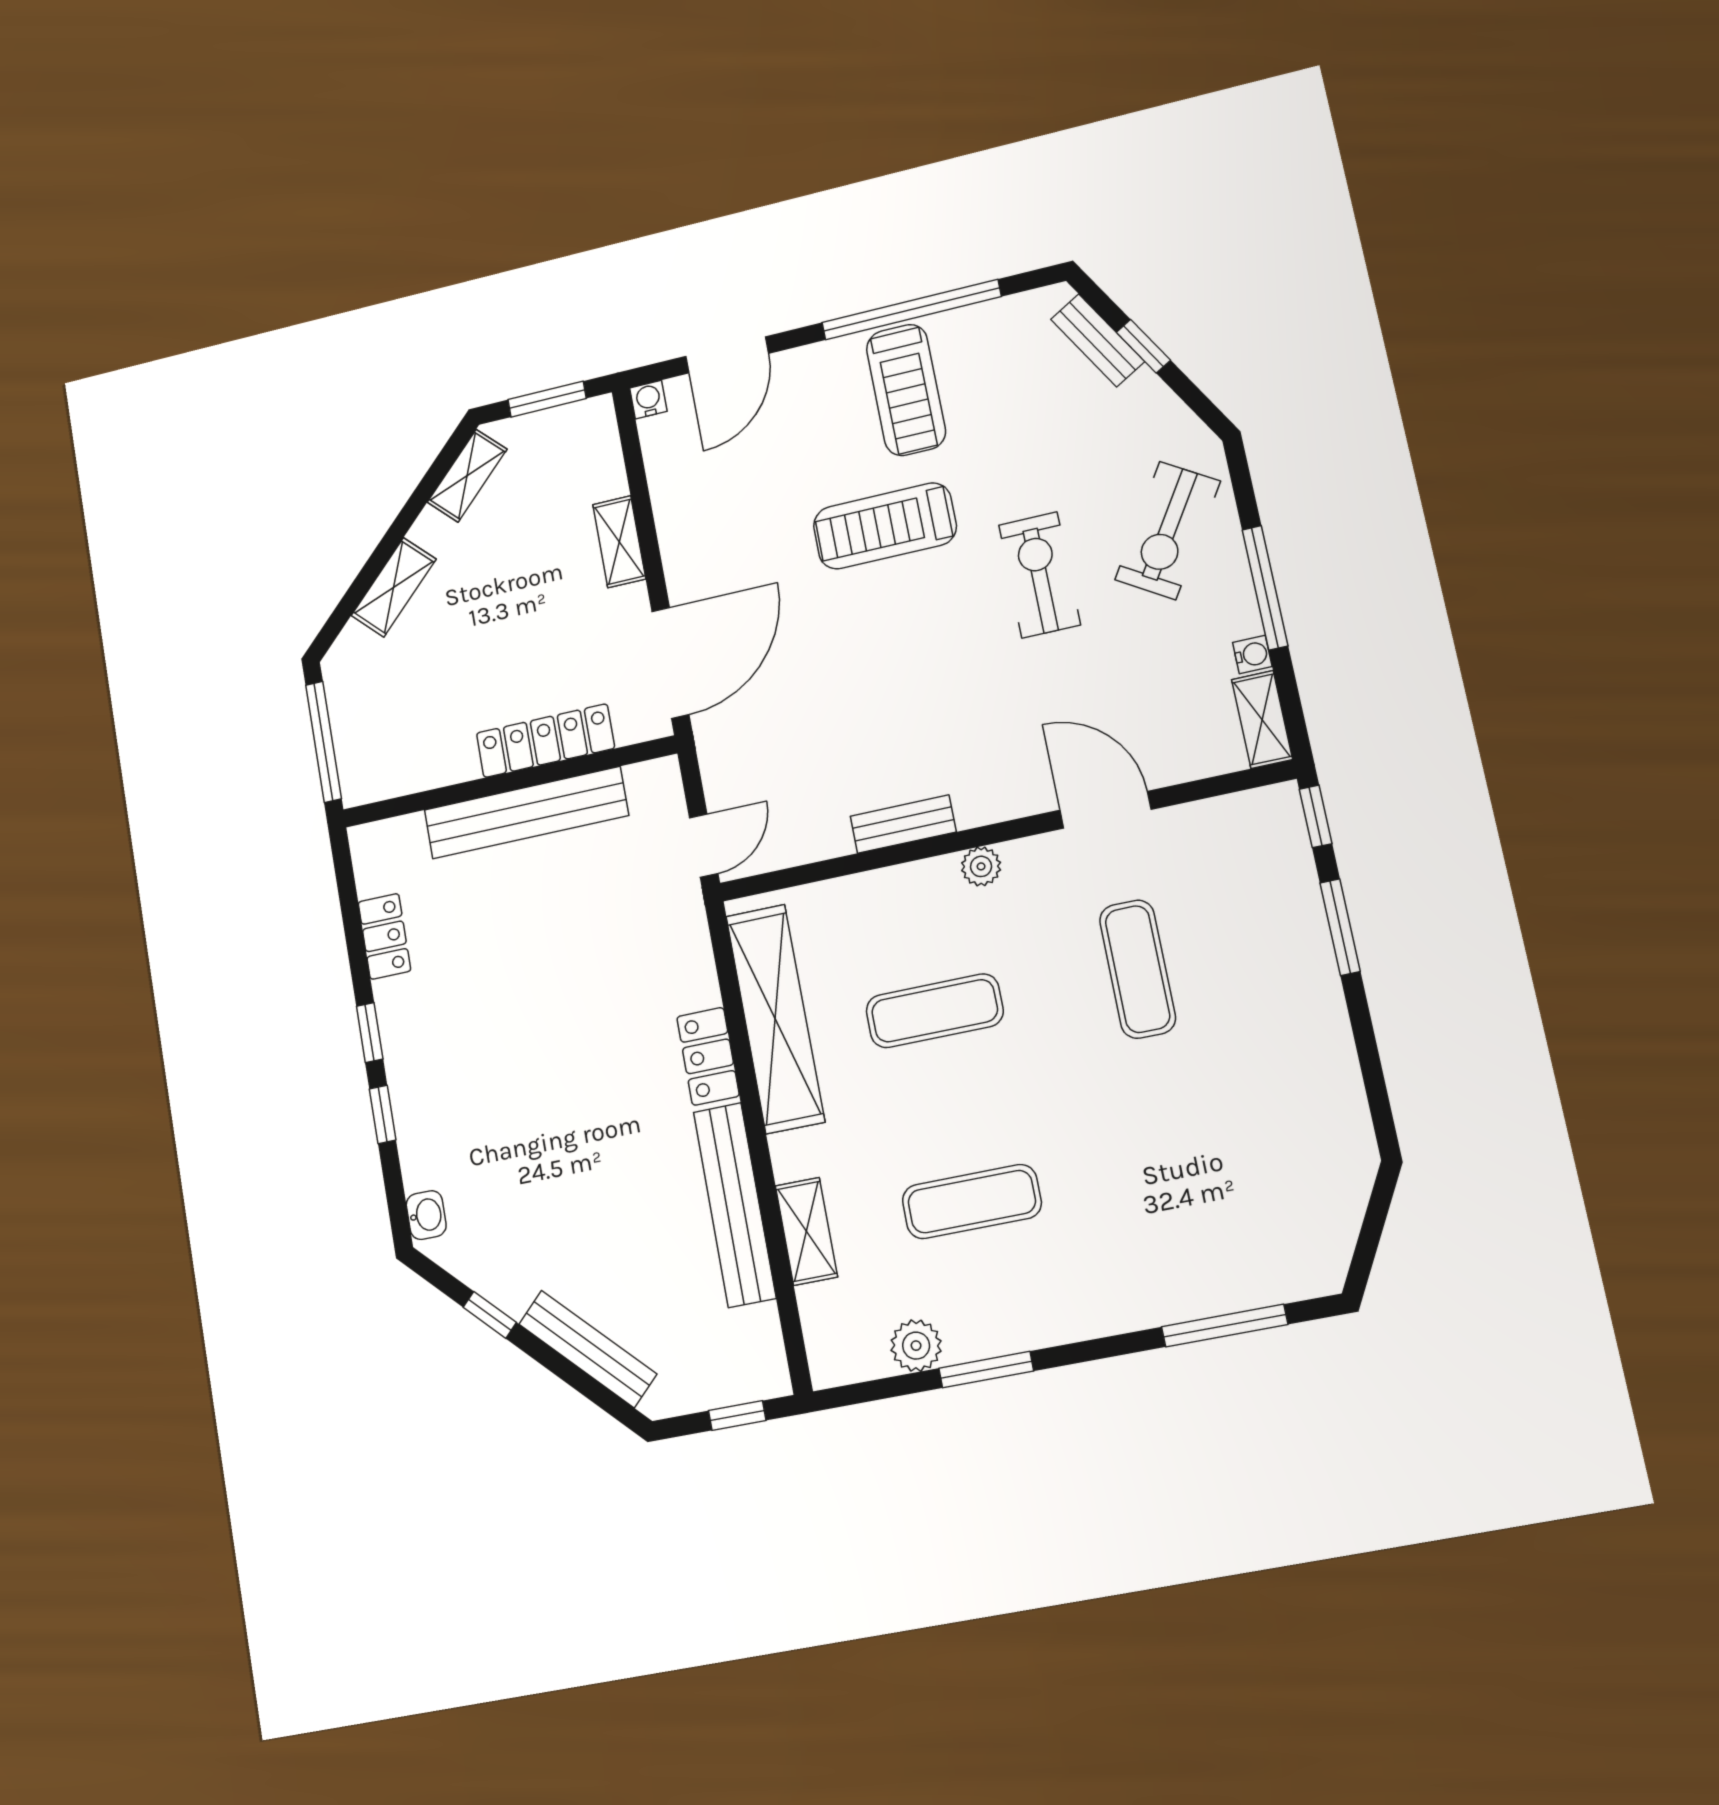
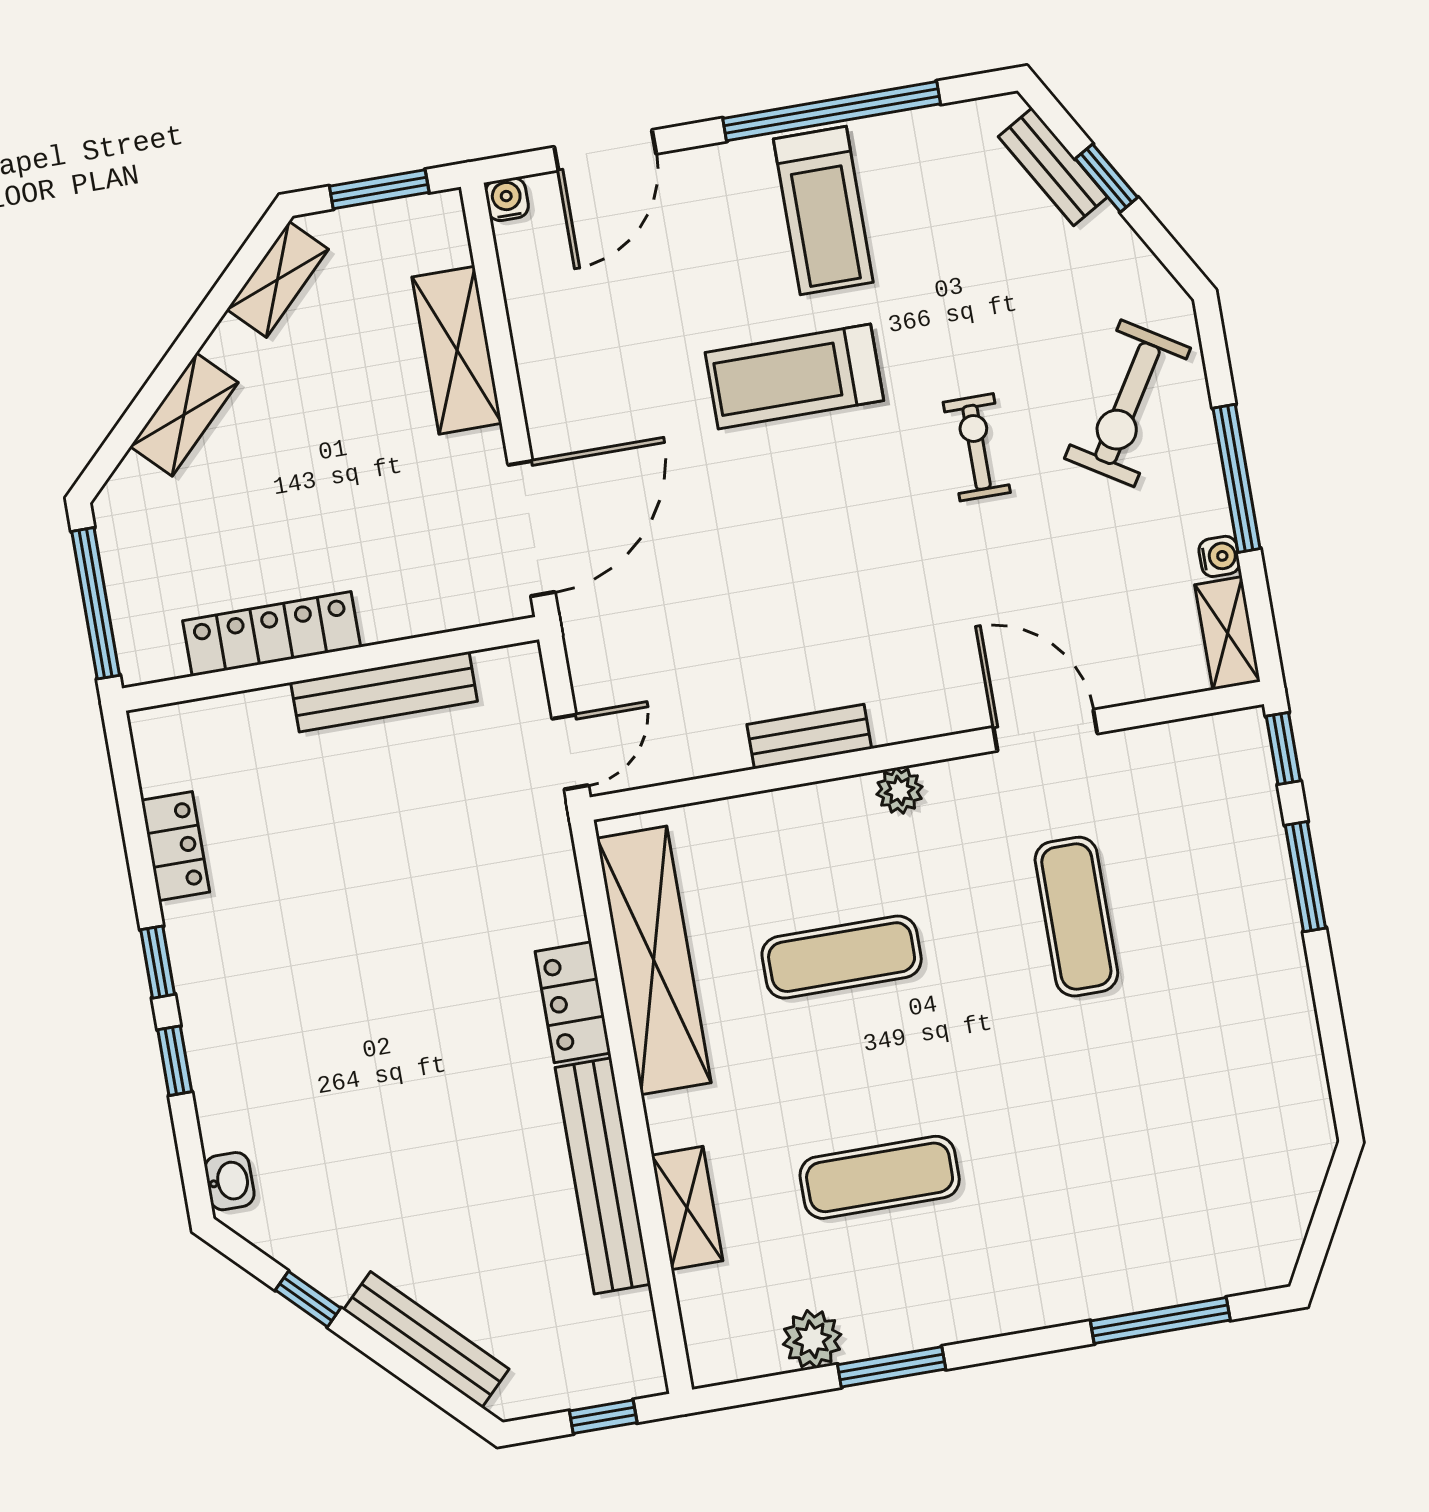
shelving: (619, 542) -> (457, 350), width x1.50, depth x1.33
exercise bike: (1040, 575) -> (977, 447), width x0.73, depth x0.72
locker: (545, 741) -> (272, 634), moved
bench: (526, 813) -> (384, 692), width x0.73, depth x0.82

